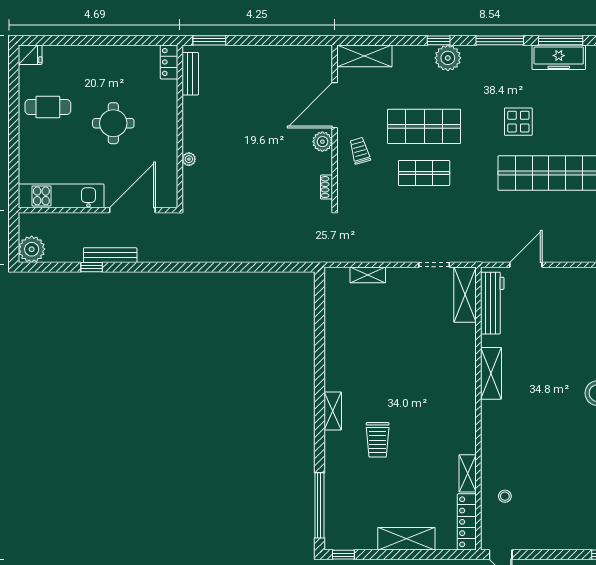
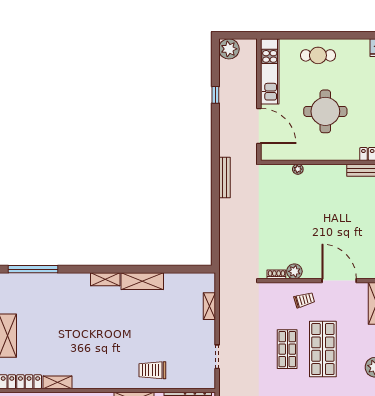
cafe table: (48, 107) -> (318, 55), moved, turned 90
round table: (113, 123) -> (325, 111), width x1.36, depth x1.36
plant: (322, 142) -> (294, 271), moved
bench: (110, 255) -> (224, 178), moved
shelving: (465, 295) -> (142, 281), moved
trolley: (378, 440) -> (152, 370), moved

